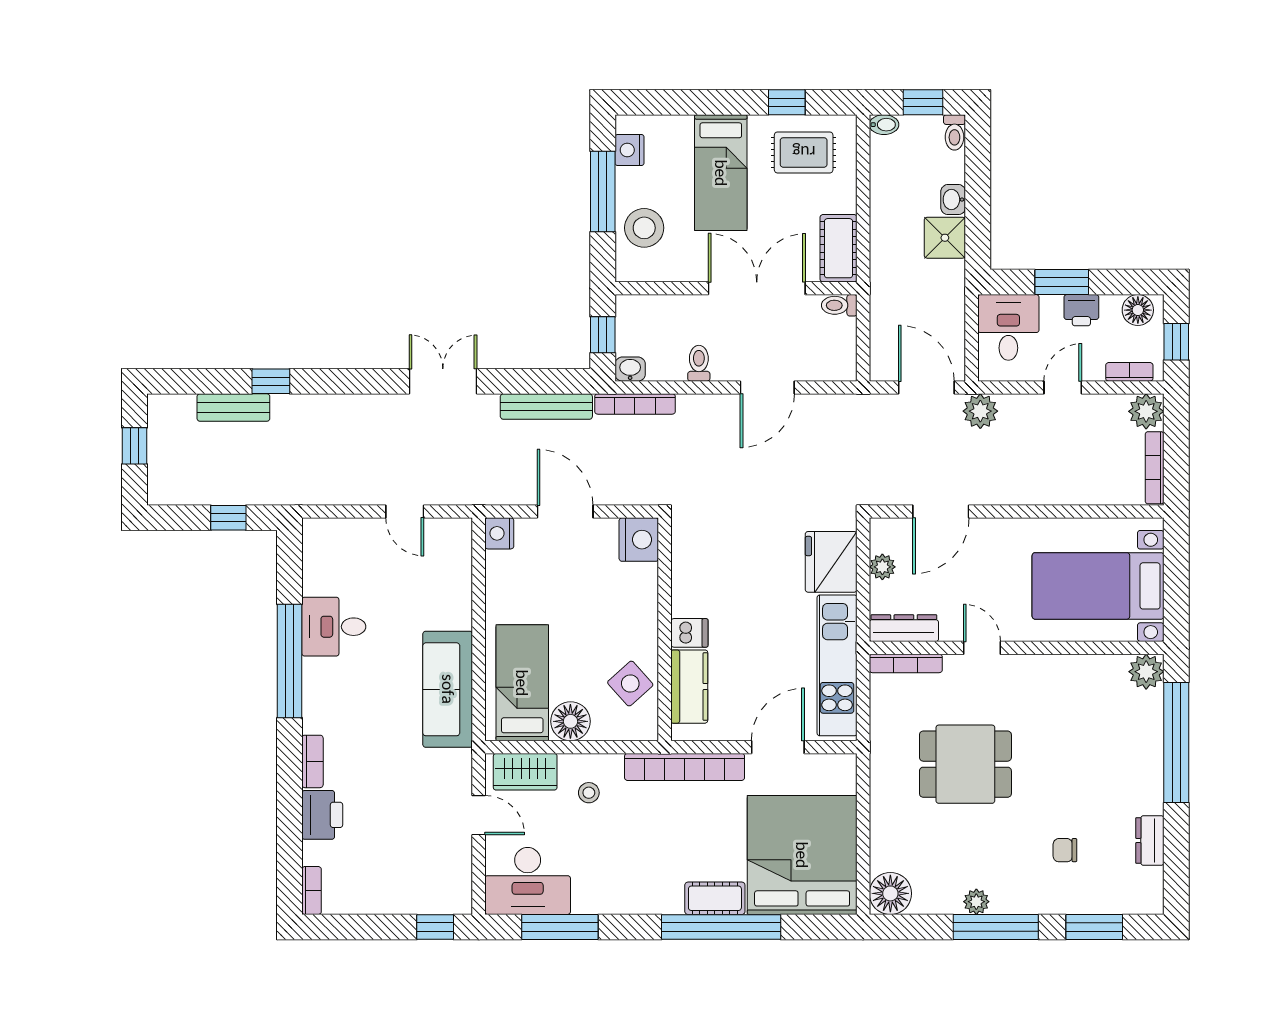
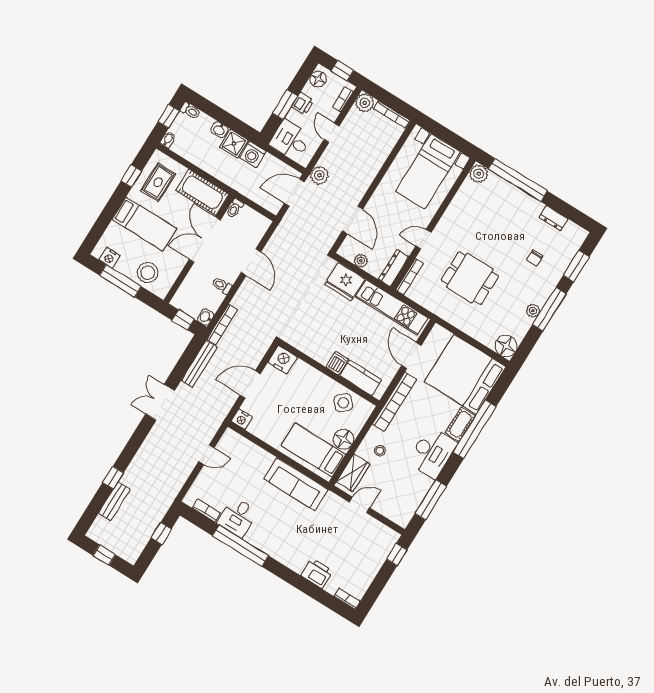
cot: (839, 248) -> (202, 192), width x1.37, depth x1.34
washing machine: (946, 280) -> (253, 154), added
bookcase: (312, 761) -> (206, 510), moved
dining table: (965, 764) -> (470, 278), turned 90
desk: (528, 881) -> (432, 452), moved

